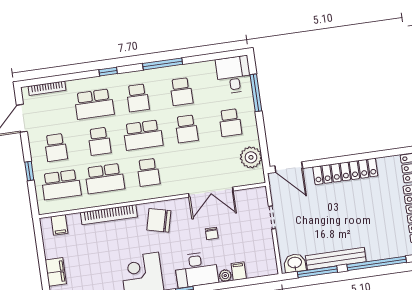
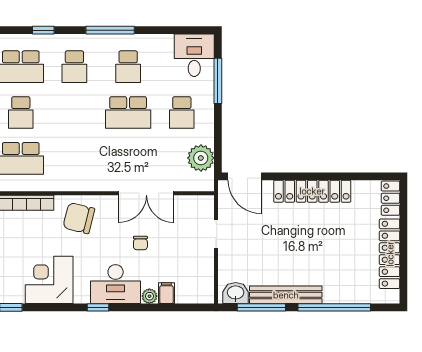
school desk: (187, 129) -> (128, 113), width x1.85
school desk: (143, 135) -> (74, 113), removed
school desk: (148, 172) -> (74, 158), removed

